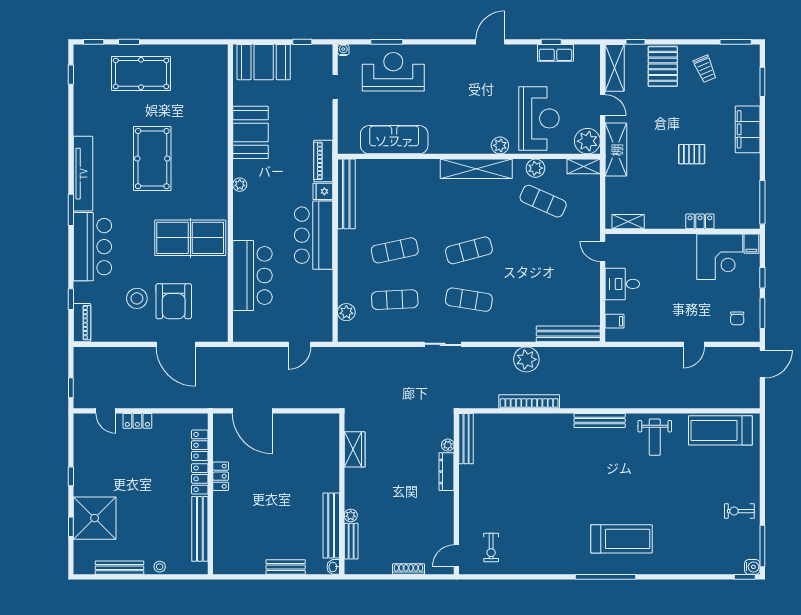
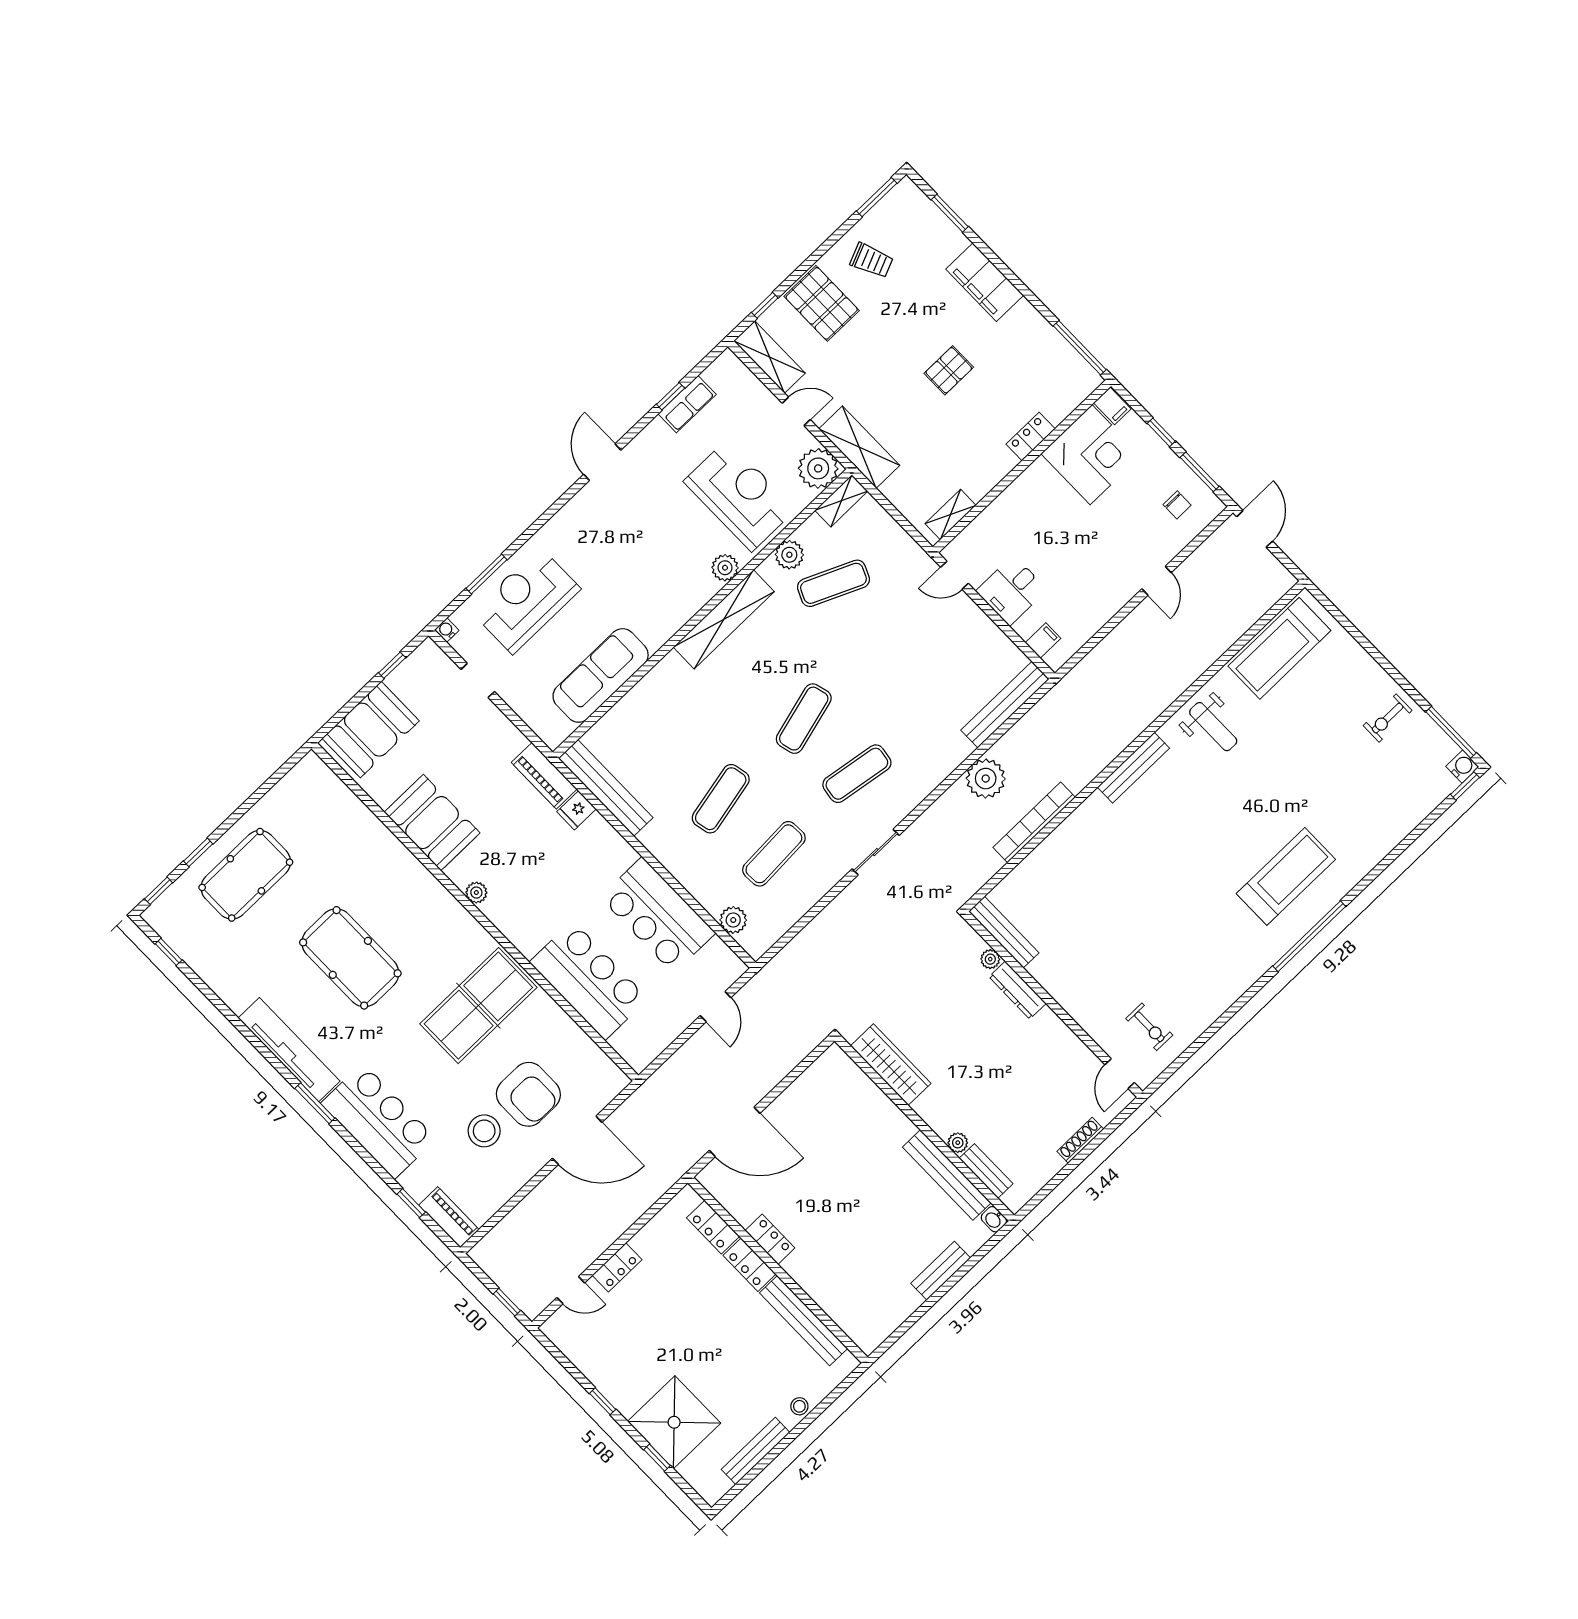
bar counter: (314, 235) -> (658, 915), moved
wardrobe: (355, 449) -> (891, 1065), width x1.50

